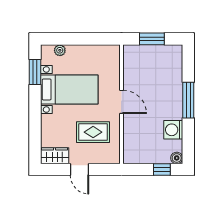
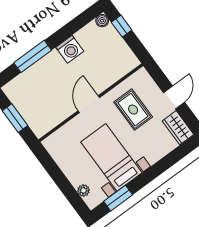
window: (188, 100) -> (33, 56), moved
washing machine: (173, 130) -> (70, 49), moved

